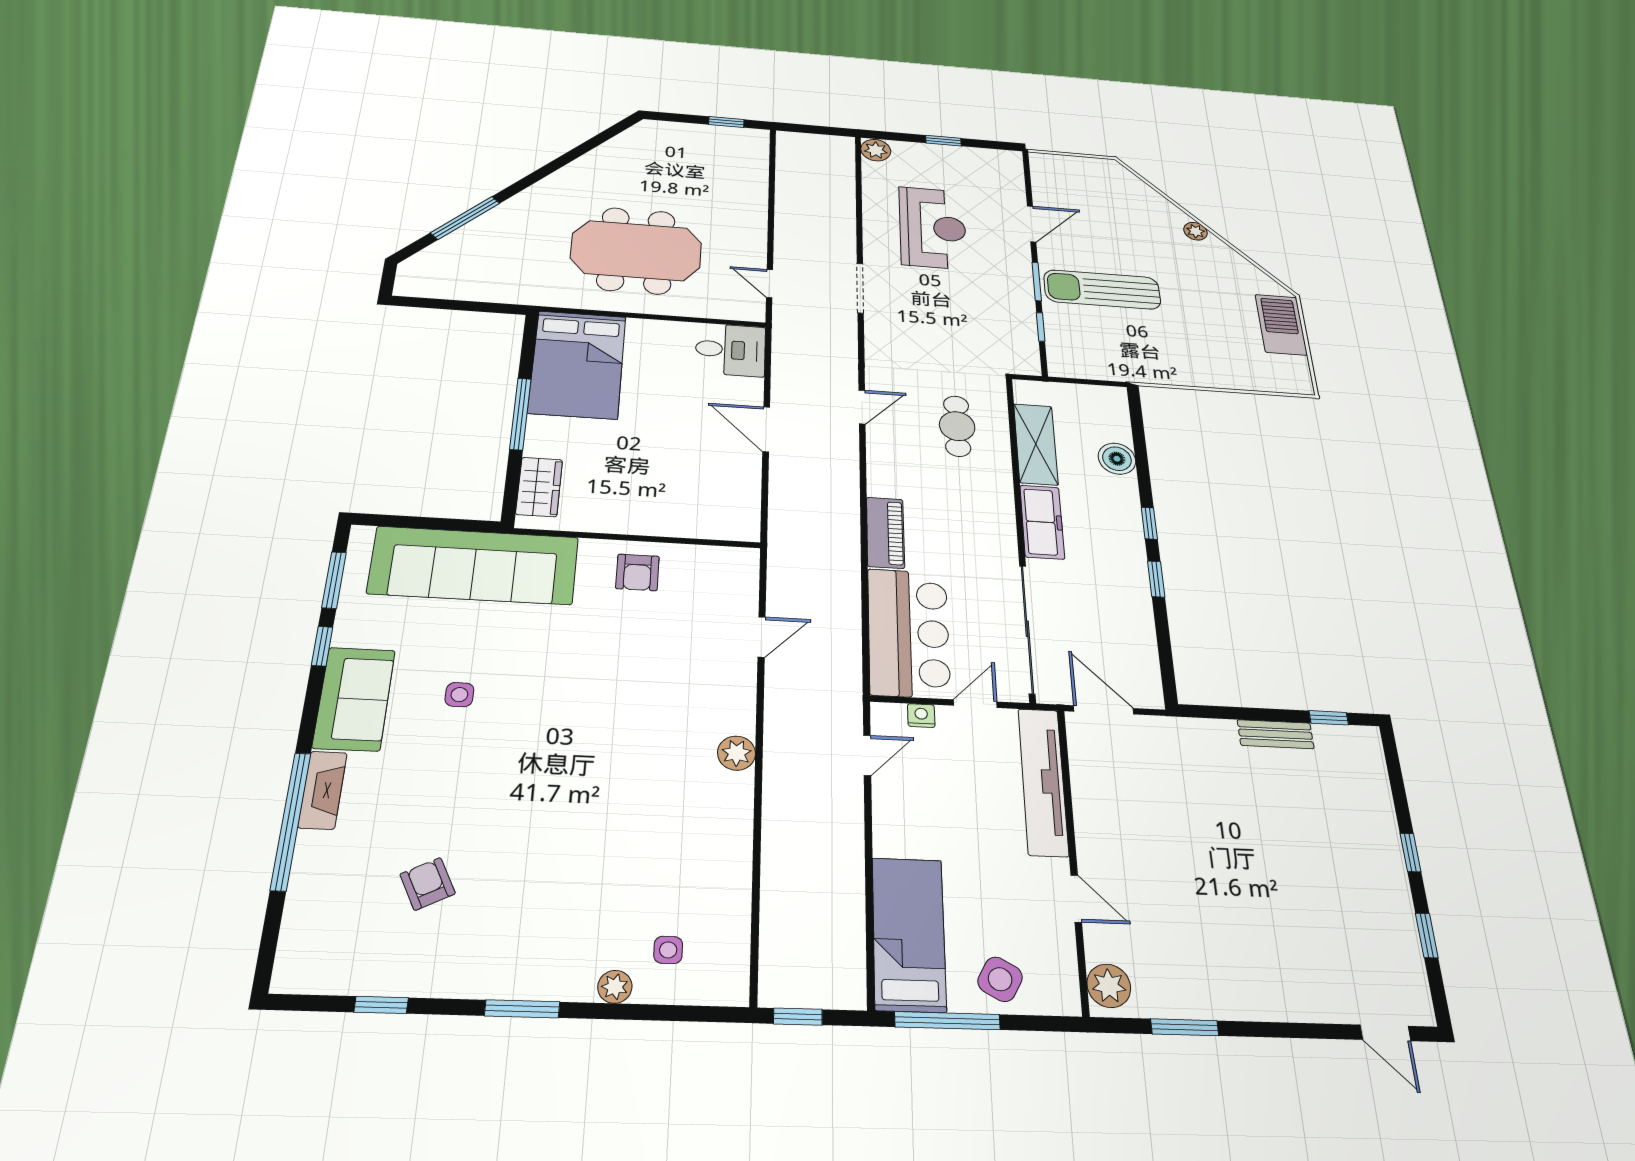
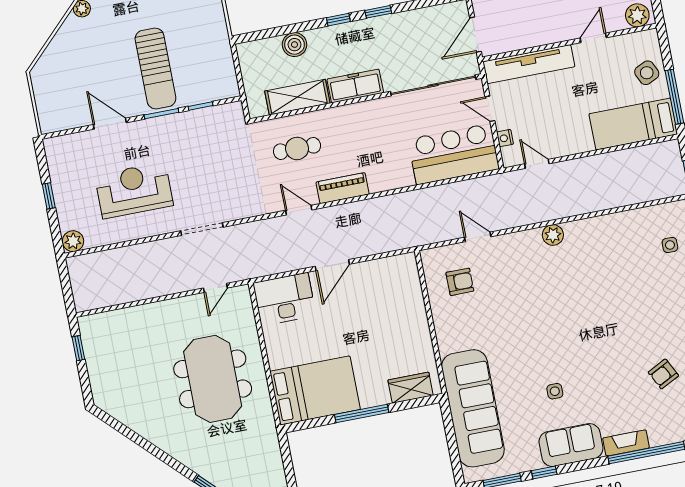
desk: (730, 350) -> (284, 299), width x1.37
piano: (885, 533) -> (343, 188), moved
armchair: (637, 572) -> (460, 282), moved
side table: (1000, 979) -> (647, 73), turned 36

